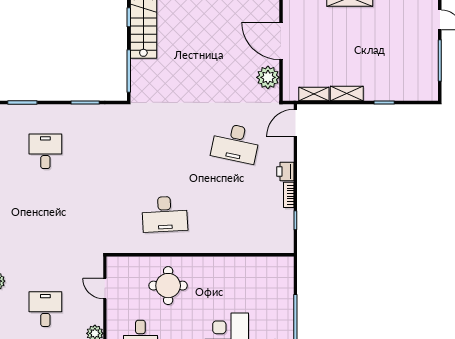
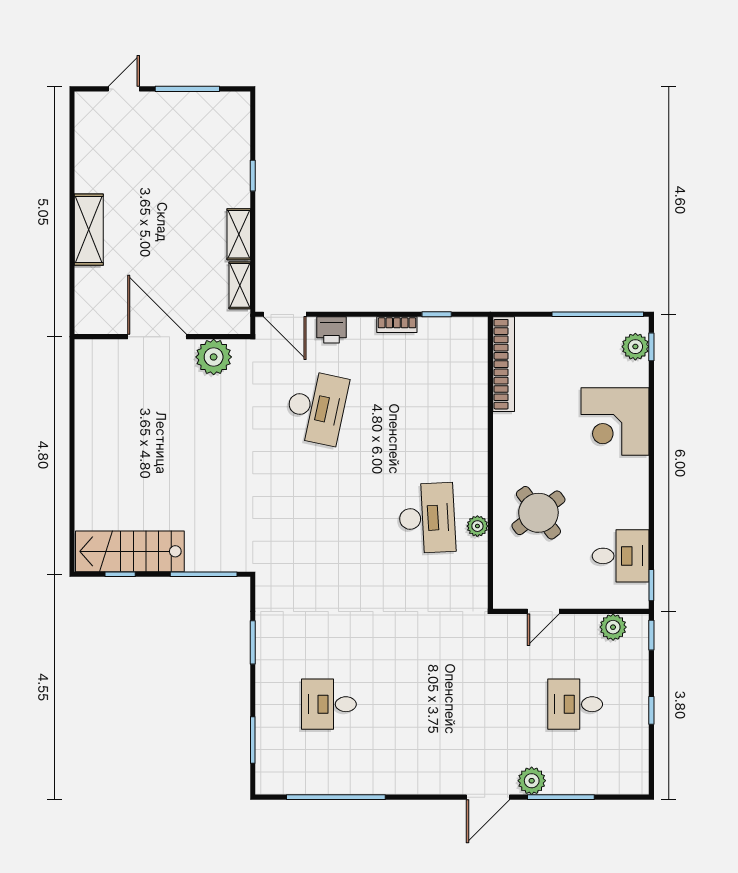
door: (281, 41) -> (157, 337), swing flipped
printer: (285, 171) -> (332, 330), moved
plant: (160, 246) -> (477, 526), added
bookcase: (263, 263) -> (504, 364), added
round table: (168, 286) -> (538, 513), turned -37

